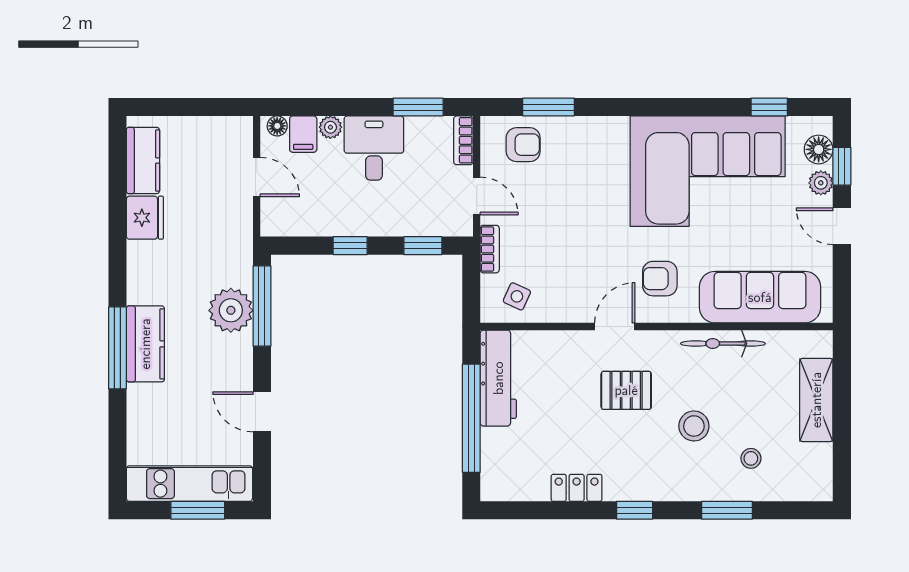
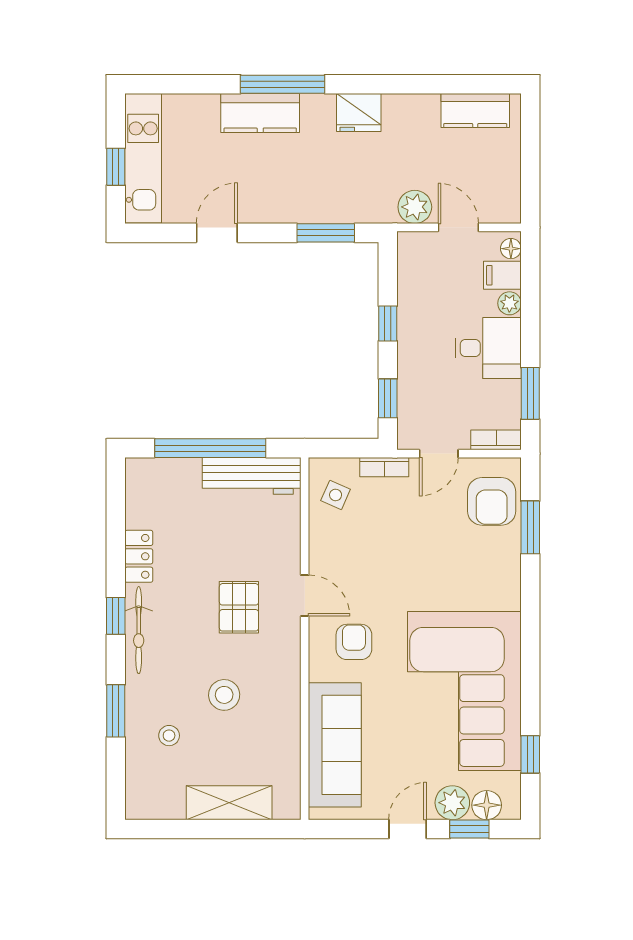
armchair: (523, 145) -> (492, 501), width x1.38, depth x1.38
door: (257, 177) -> (458, 227), swing flipped
plant: (821, 183) -> (452, 803), width x1.38, depth x1.38
fridge: (145, 218) -> (359, 113), moved
window: (262, 306) -> (326, 233), width x0.69
plant: (231, 310) -> (415, 207), moved, width x0.73, depth x0.73
kitchen counter: (145, 344) -> (260, 113), moved
bicycle: (723, 344) -> (139, 630), moved, turned 180
stool: (694, 426) -> (224, 695), moved
window: (198, 510) -> (116, 167), width x0.67

